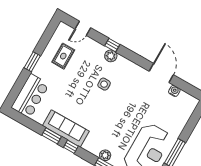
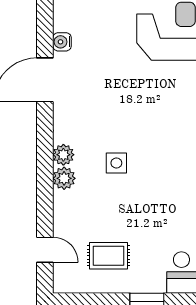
window: (112, 45) -> (45, 186), removed
plant: (122, 62) -> (63, 155), added

